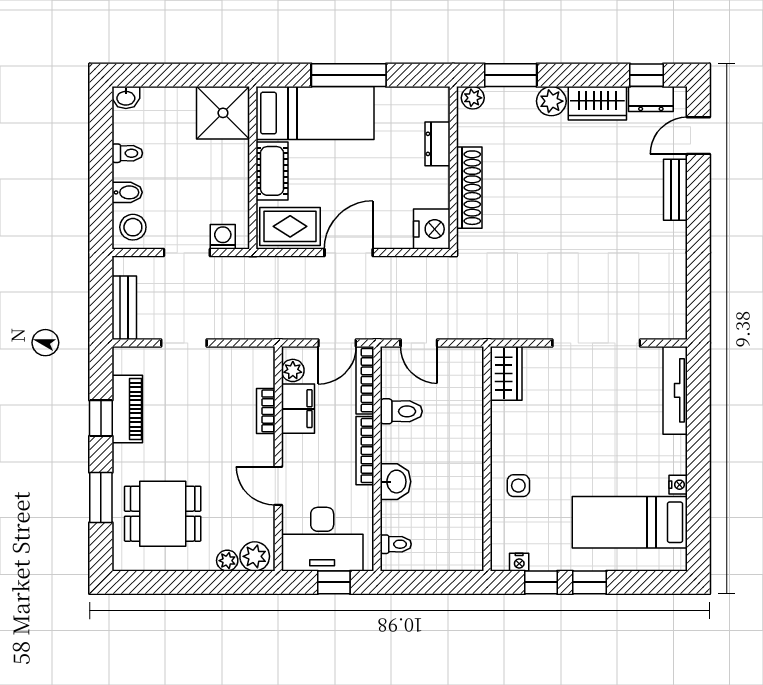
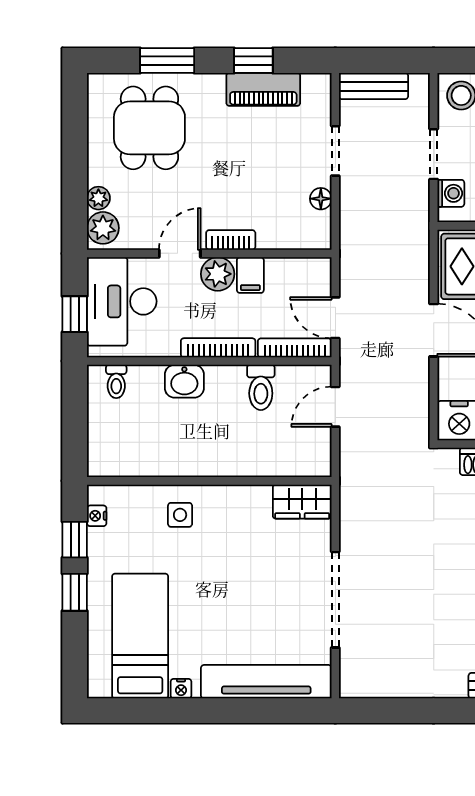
floor lamp: (228, 356) -> (321, 199), added
plant: (293, 370) -> (218, 274), moved, width x1.38, depth x1.38
tv unit: (675, 390) -> (266, 682), width x1.36, depth x1.29
filing cabinet: (298, 409) -> (250, 275), width x0.50
bookcase: (266, 411) -> (231, 240), moved

